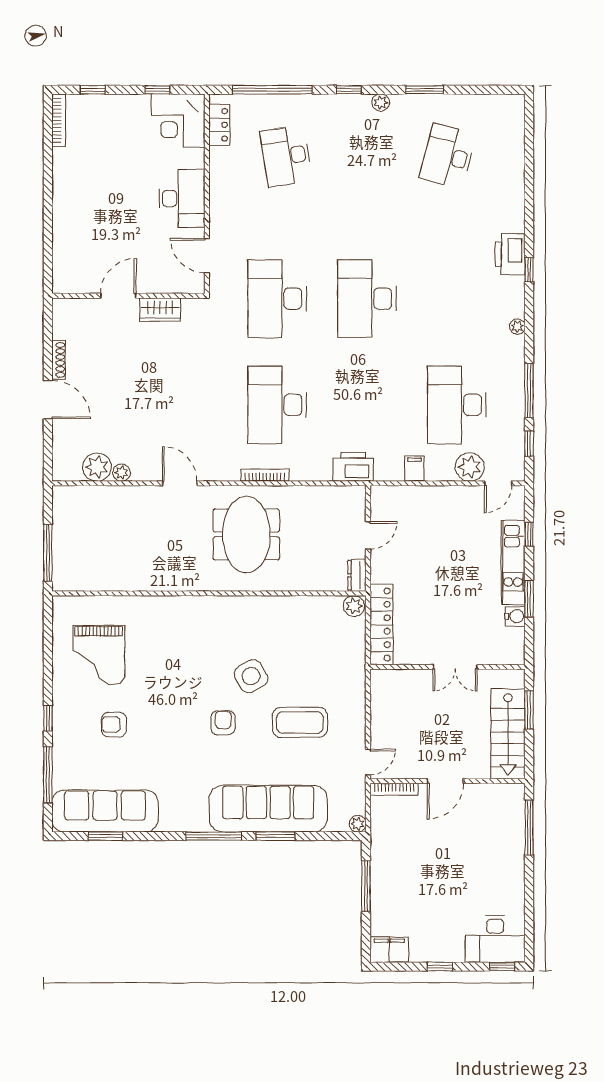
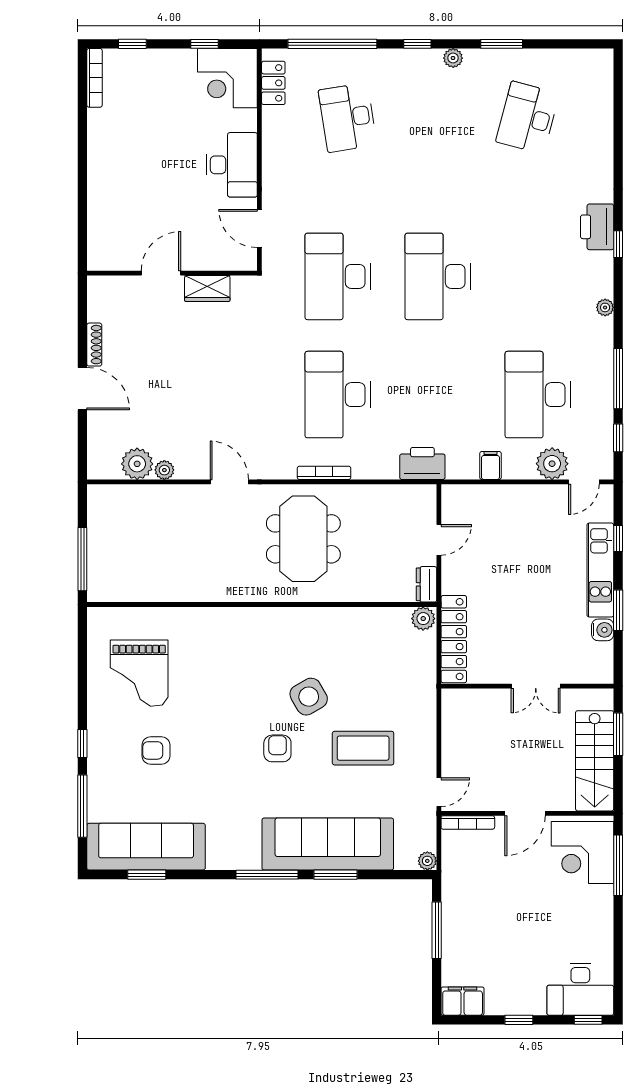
corner desk: (497, 816) -> (582, 852), added

